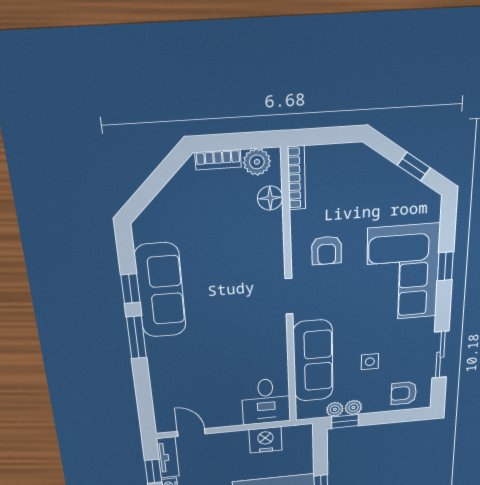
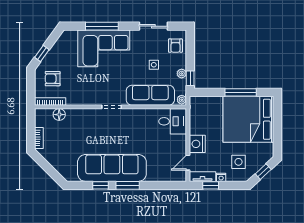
plant: (257, 162) -> (41, 120), removed
window: (414, 166) -> (42, 54), moved
armchair: (327, 250) -> (53, 79), moved, turned 180
window: (445, 266) -> (102, 26), width x2.17
sofa: (160, 291) -> (112, 168), width x1.36, depth x1.27
plant: (335, 409) -> (182, 100), moved
nightstand: (266, 440) -> (197, 144), moved

